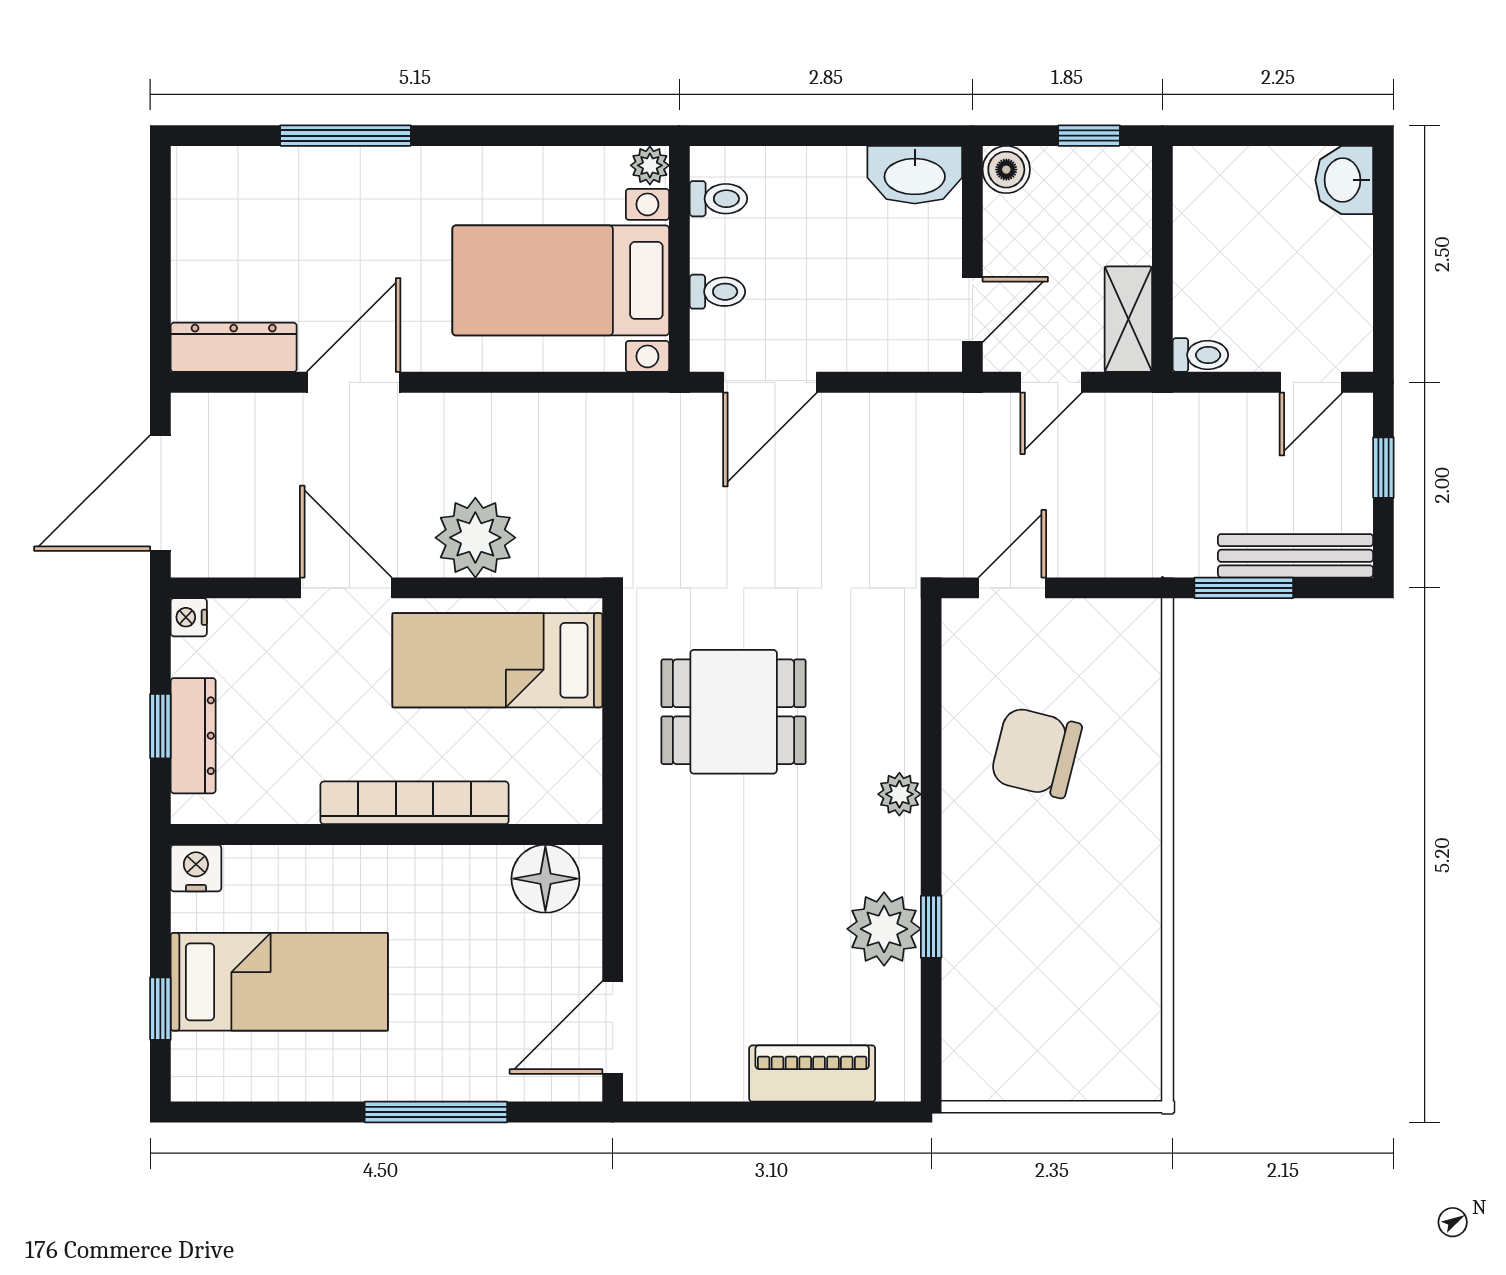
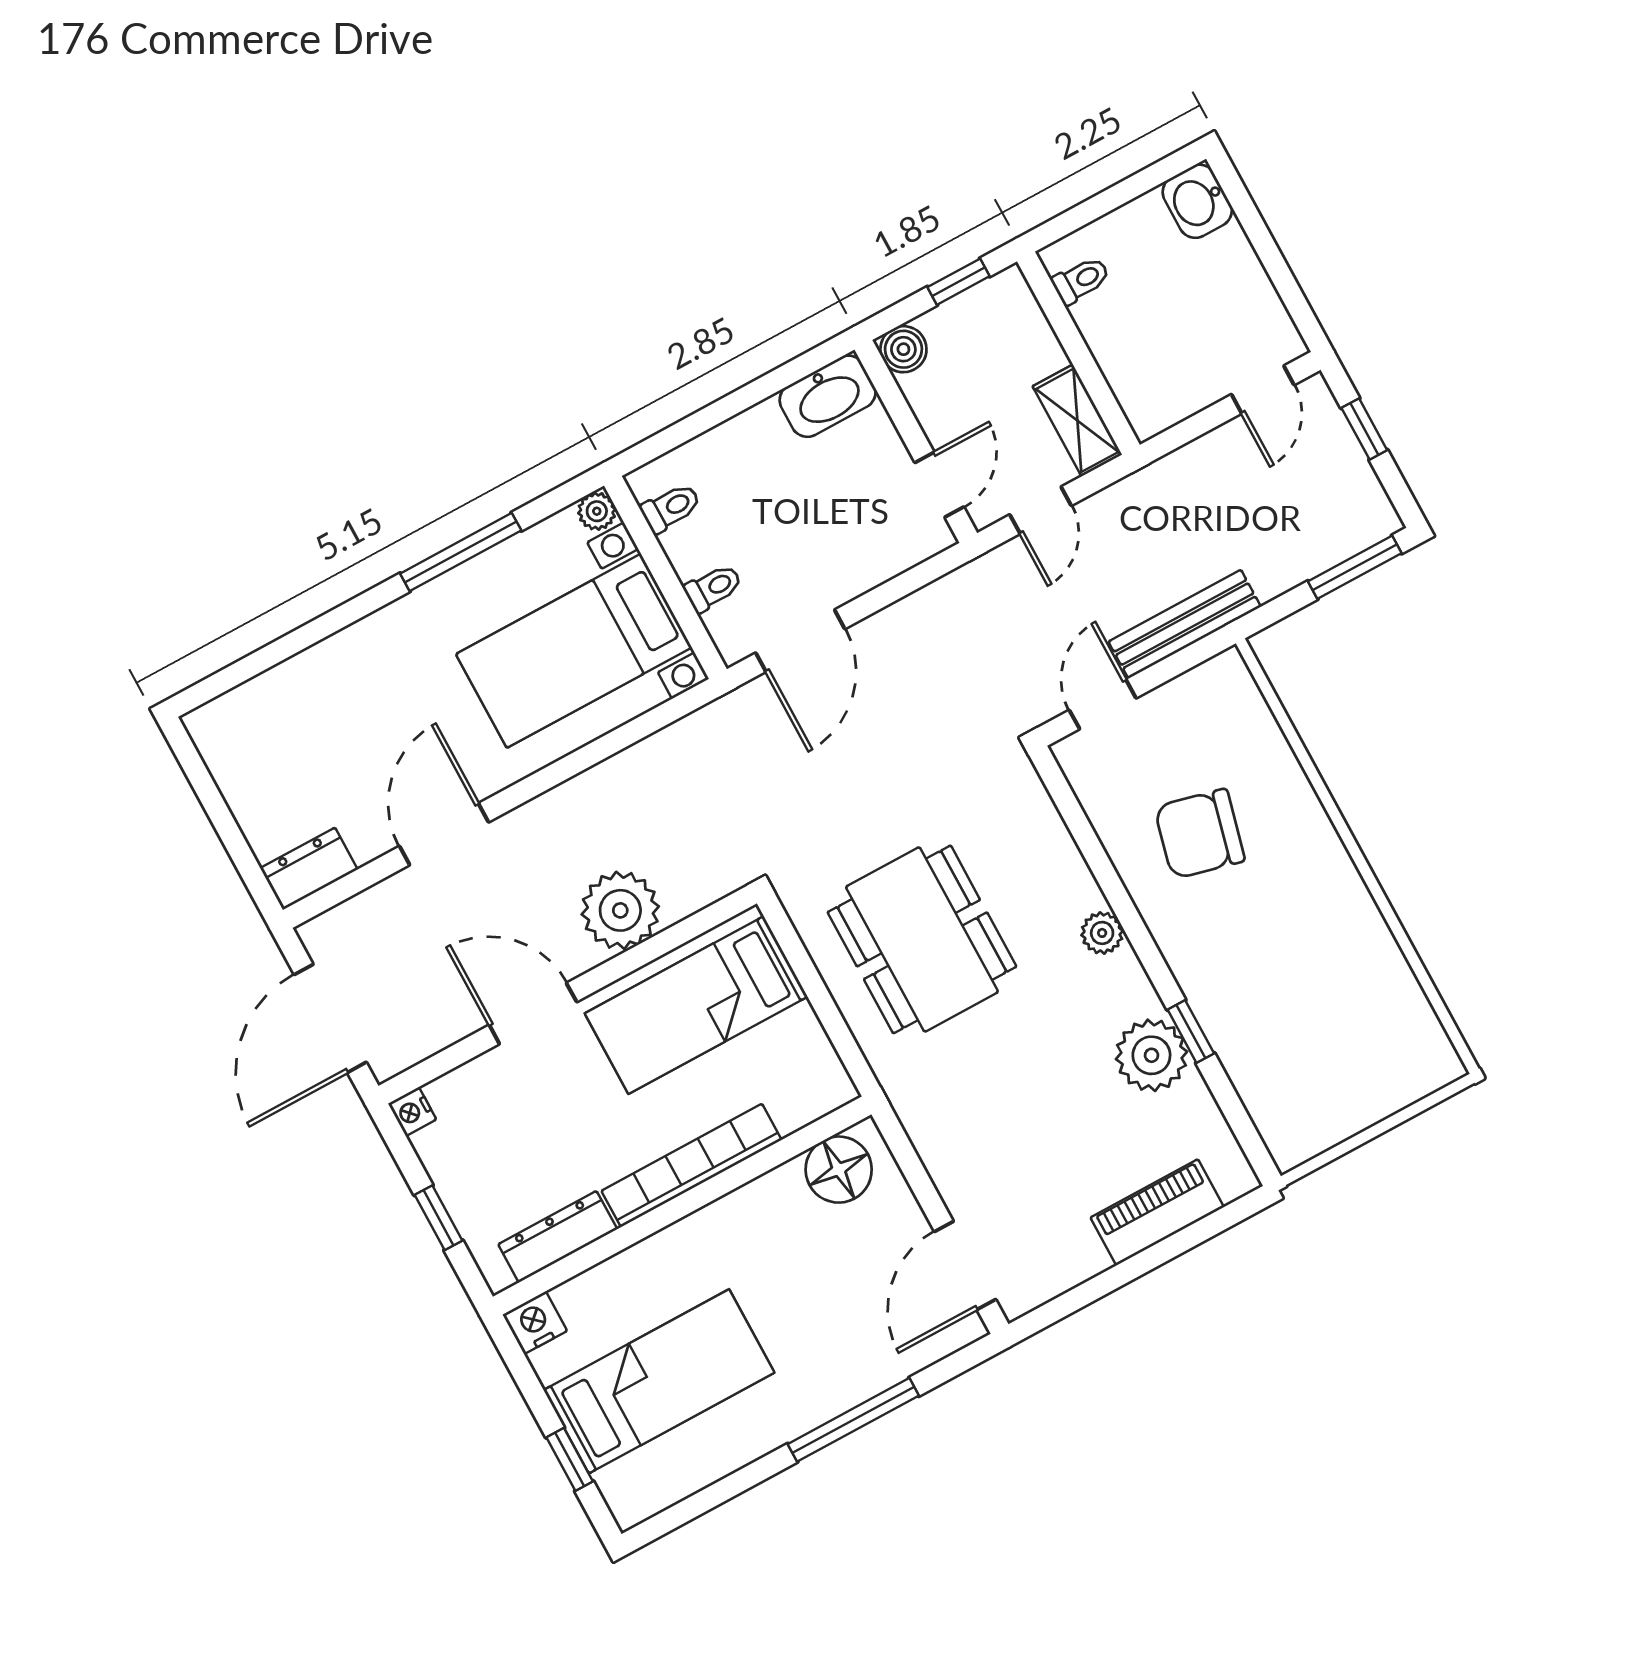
window: (345, 136) -> (461, 552), moved
dresser: (234, 347) -> (309, 869), width x0.70
toilet: (1200, 355) -> (1081, 280), moved
bench: (1296, 556) -> (1185, 624), moved
window: (1244, 588) -> (1355, 567), moved
dining table: (734, 712) -> (922, 939), width x1.38
dresser: (193, 736) -> (558, 1237), moved, turned -90

